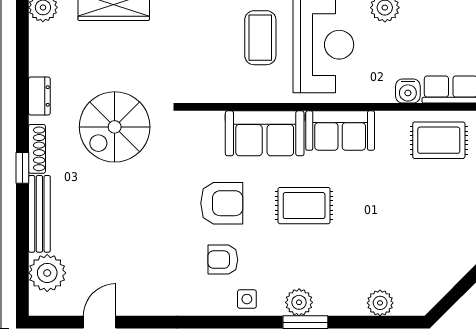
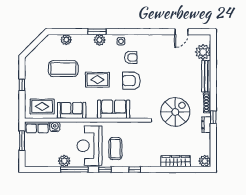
sofa: (340, 131) -> (72, 110), moved
window: (22, 168) -> (213, 117), moved
coffee table: (387, 233) -> (63, 69), added

